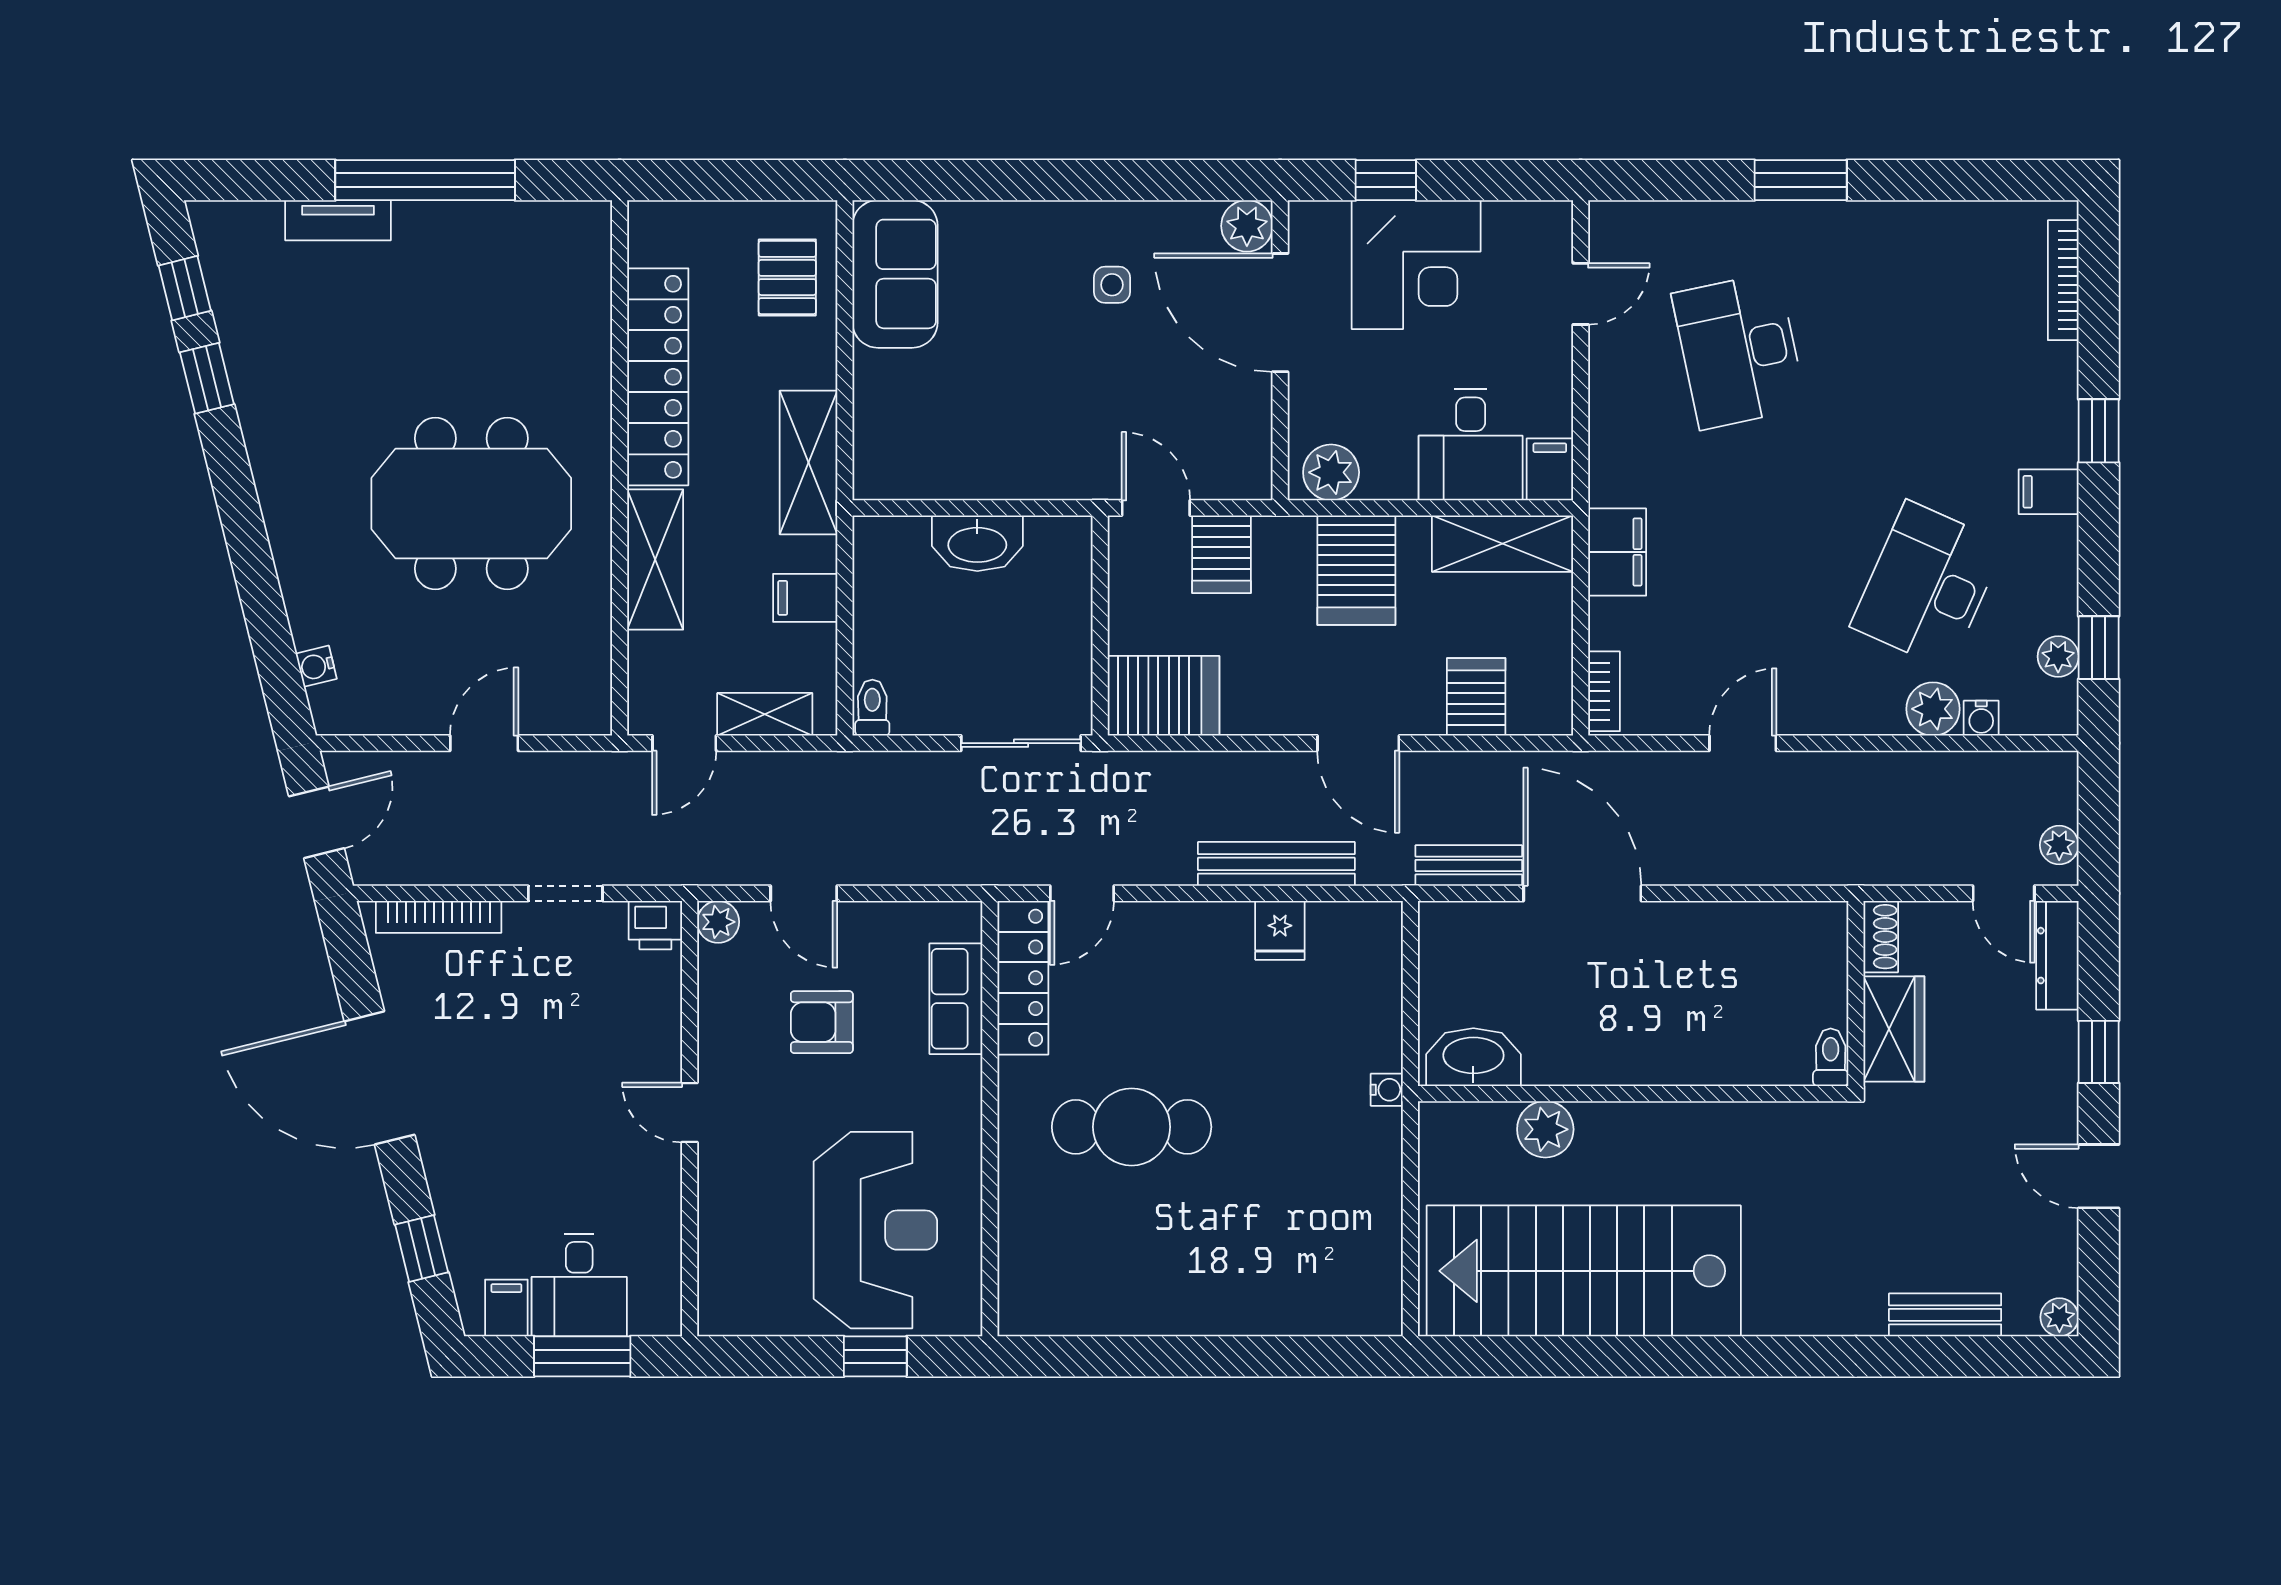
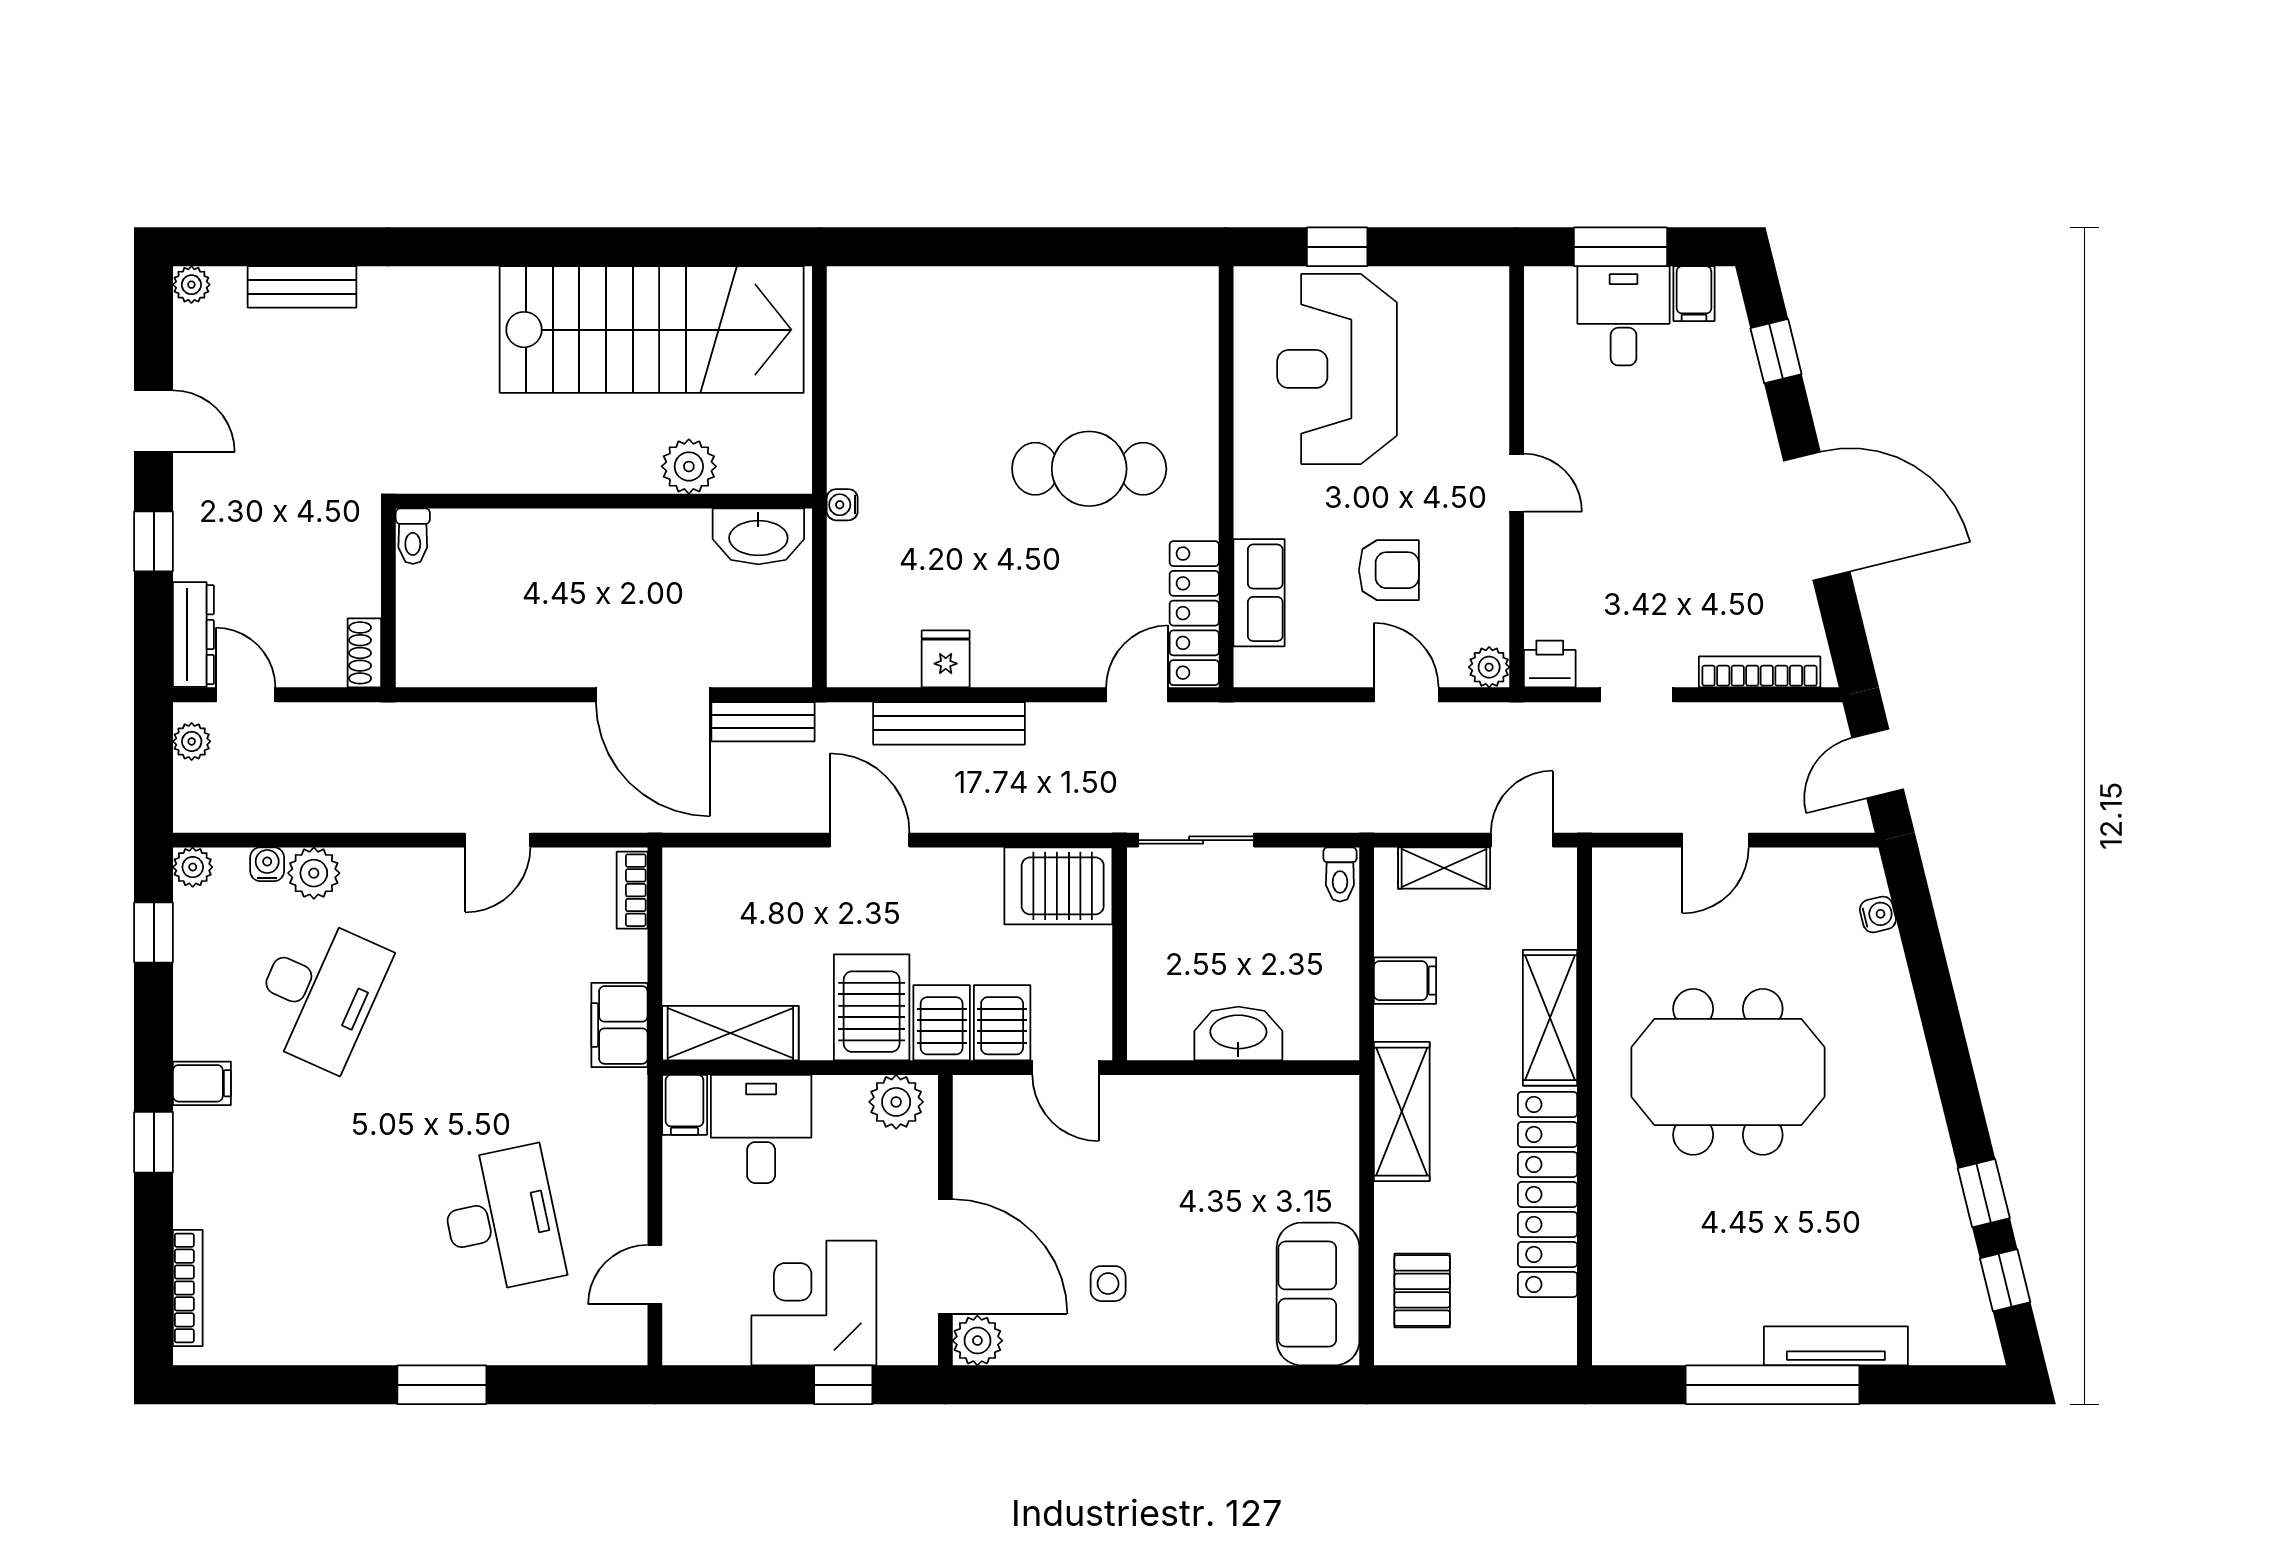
tv unit: (338, 220) -> (1836, 1346), width x1.41
plant: (2058, 657) -> (193, 867), moved
server rack: (1476, 697) -> (942, 1023), moved, turned 180
wardrobe: (1894, 1029) -> (352, 563), removed

